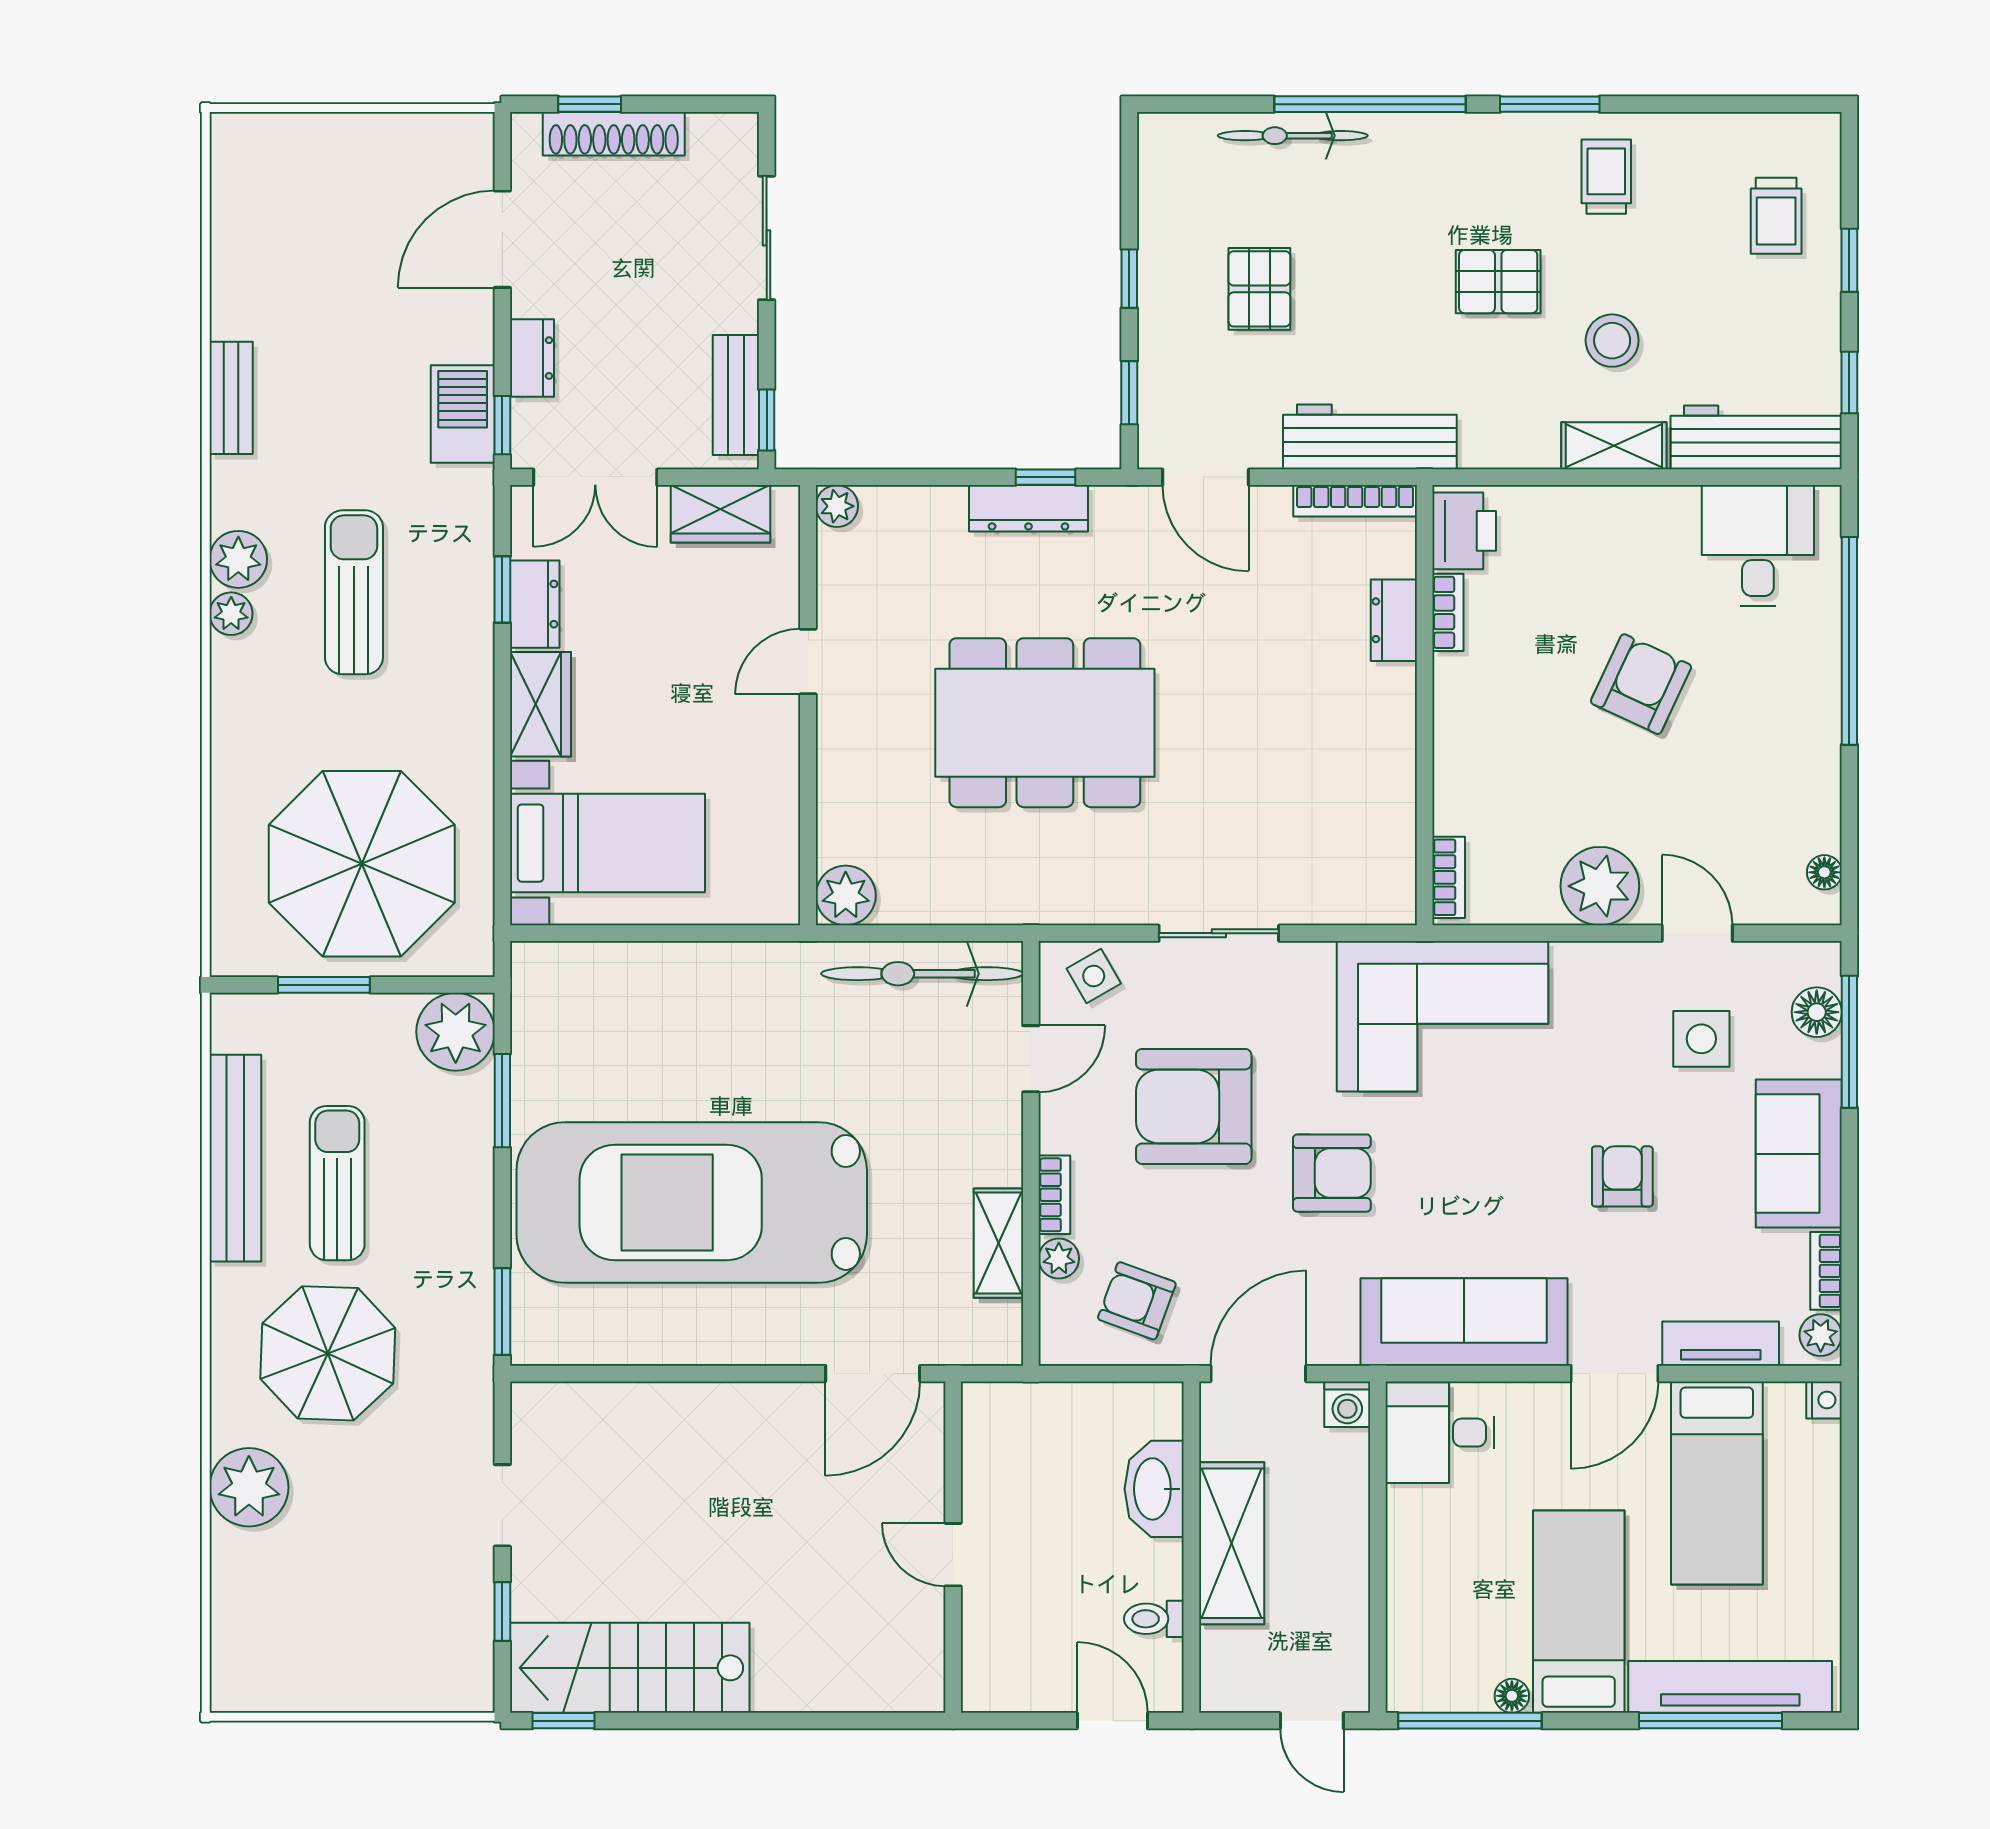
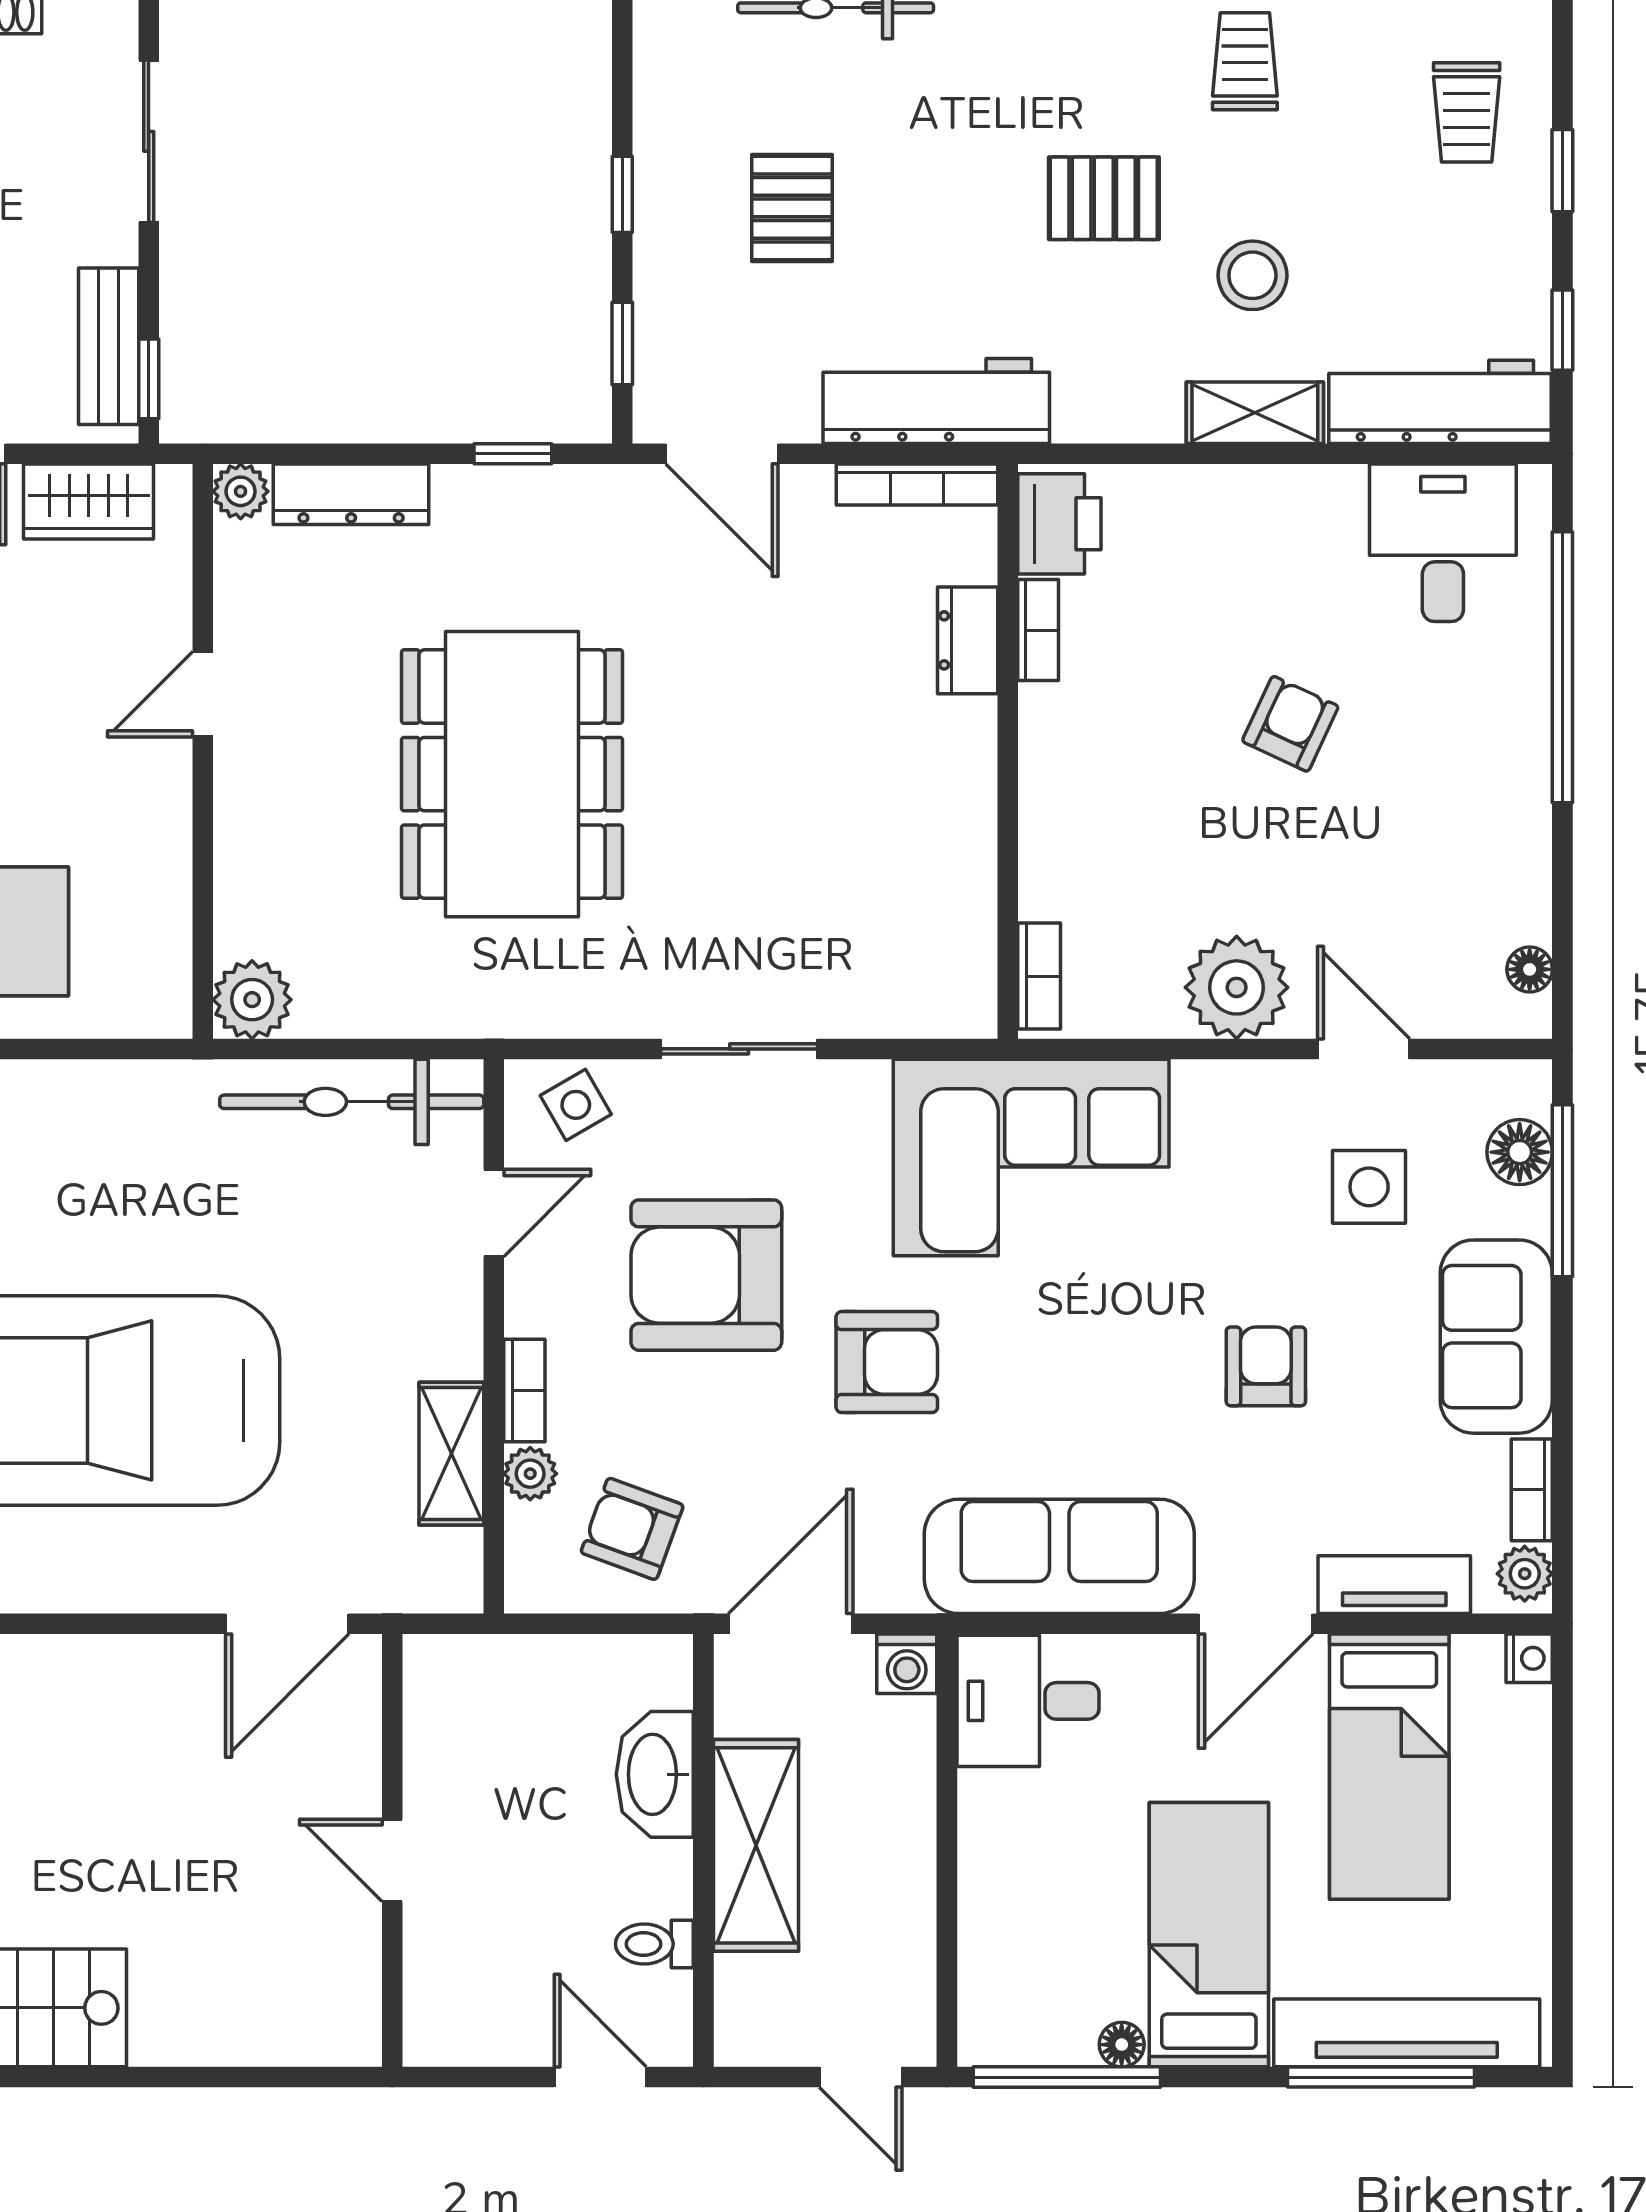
dresser: (1029, 508) -> (351, 494), moved
armchair: (1641, 684) -> (1290, 724), width x0.72, depth x0.72
dining table: (1045, 723) -> (512, 774), turned 90

